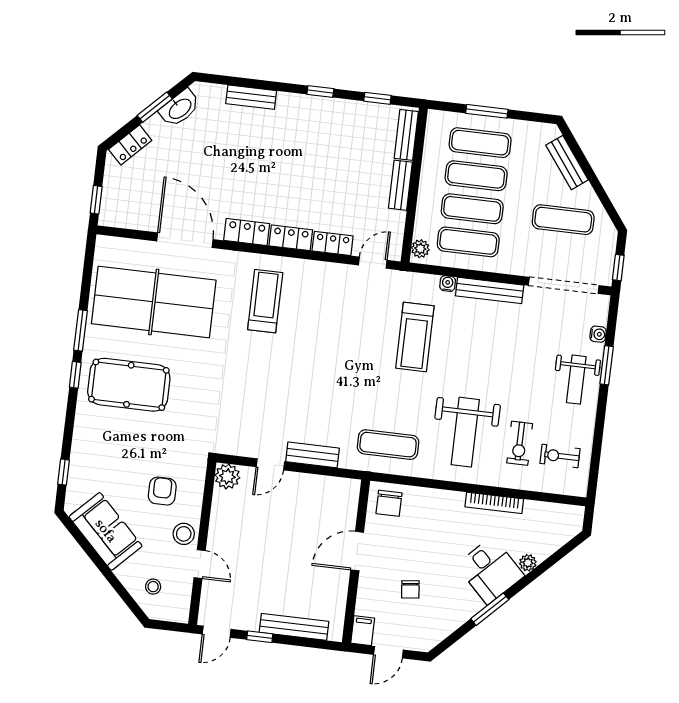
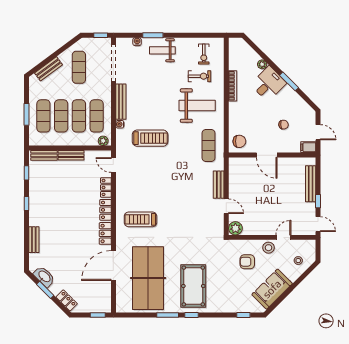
weight bench: (576, 380) -> (162, 50), turned 180

